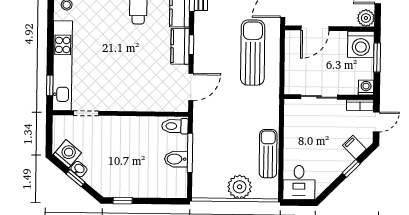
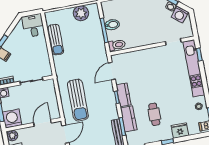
plant: (240, 187) -> (81, 13), moved

